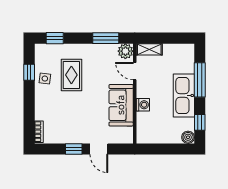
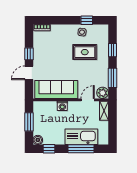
window: (55, 38) -> (112, 50), moved
kitchen sink: (184, 95) -> (81, 137), moved
sofa: (121, 105) -> (56, 90), width x1.36
window: (164, 149) -> (29, 122), added

